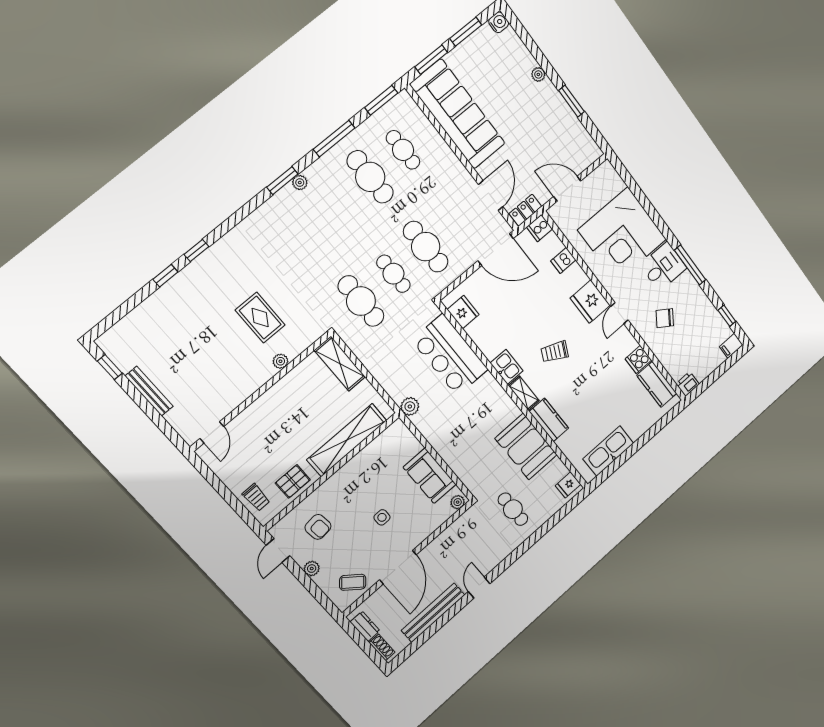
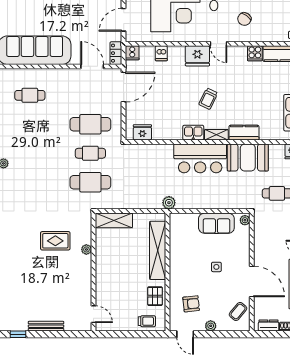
cafe table: (370, 177) -> (30, 124), removed
bar counter: (450, 355) -> (200, 158), moved

